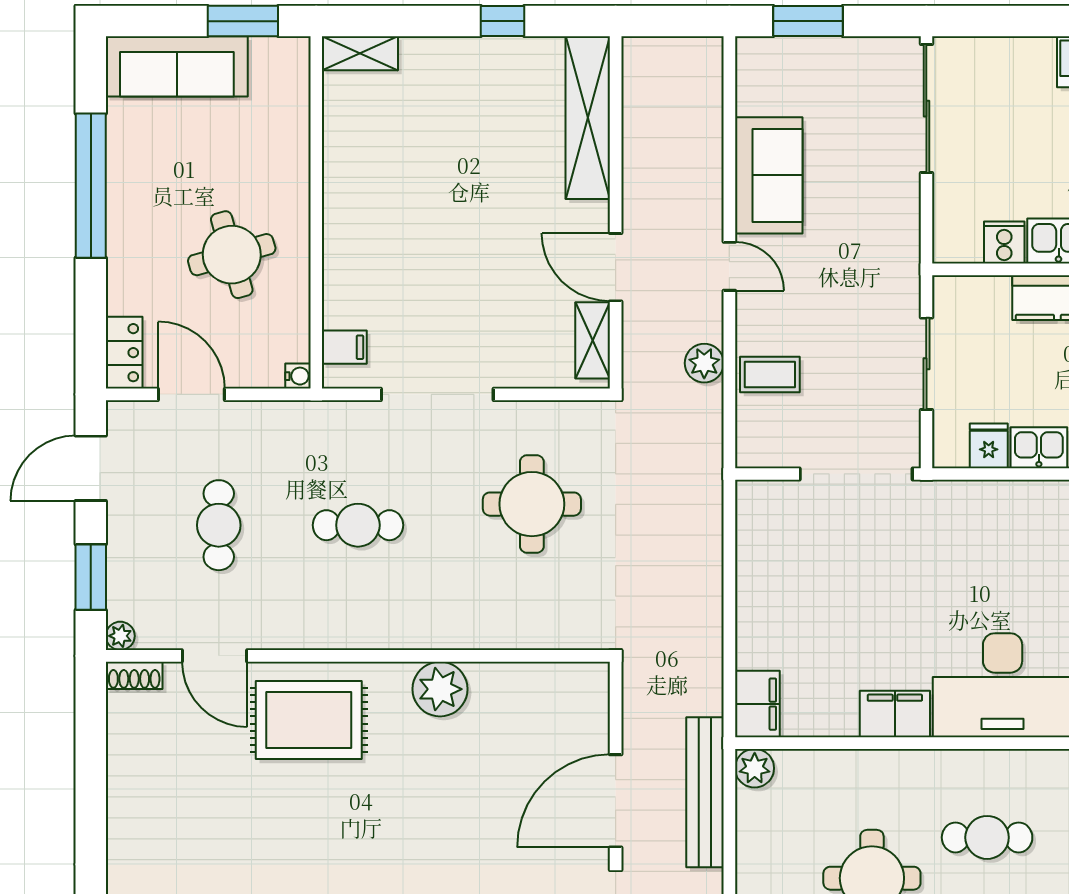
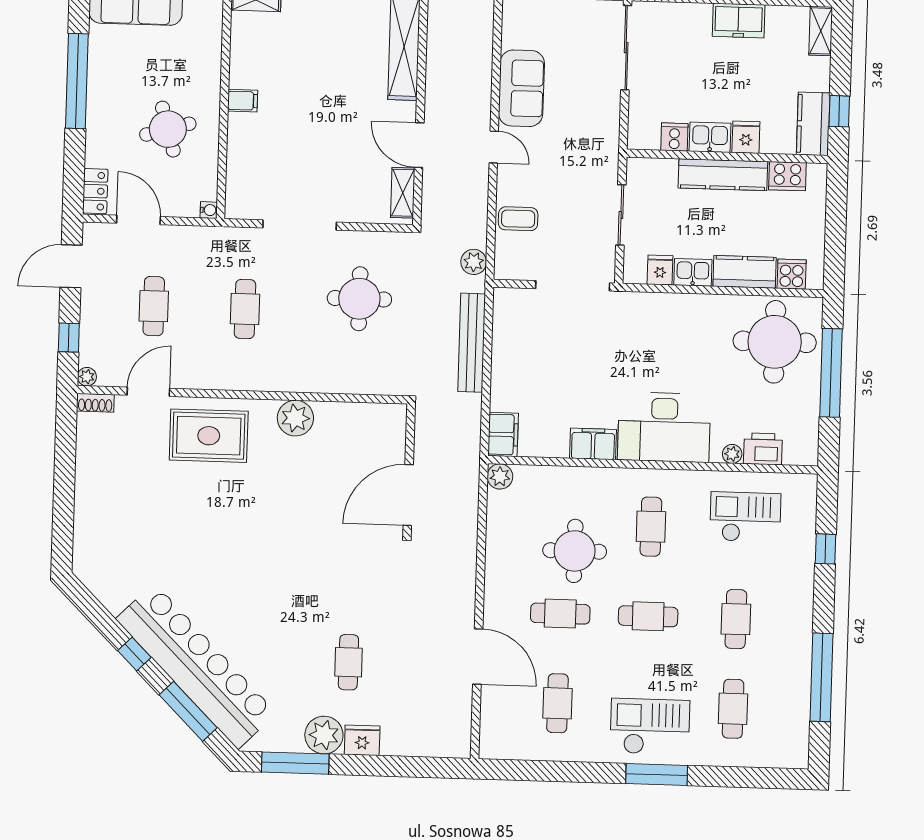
filing cabinet: (344, 347) -> (243, 101), moved
plant: (704, 363) -> (474, 262), moved
cafe table: (358, 525) -> (245, 309), turned 90
window: (91, 577) -> (69, 338), width x0.67
door: (215, 656) -> (148, 392), swing flipped
bench: (705, 792) -> (472, 343), moved
cafe table: (987, 837) -> (651, 527), turned 90

